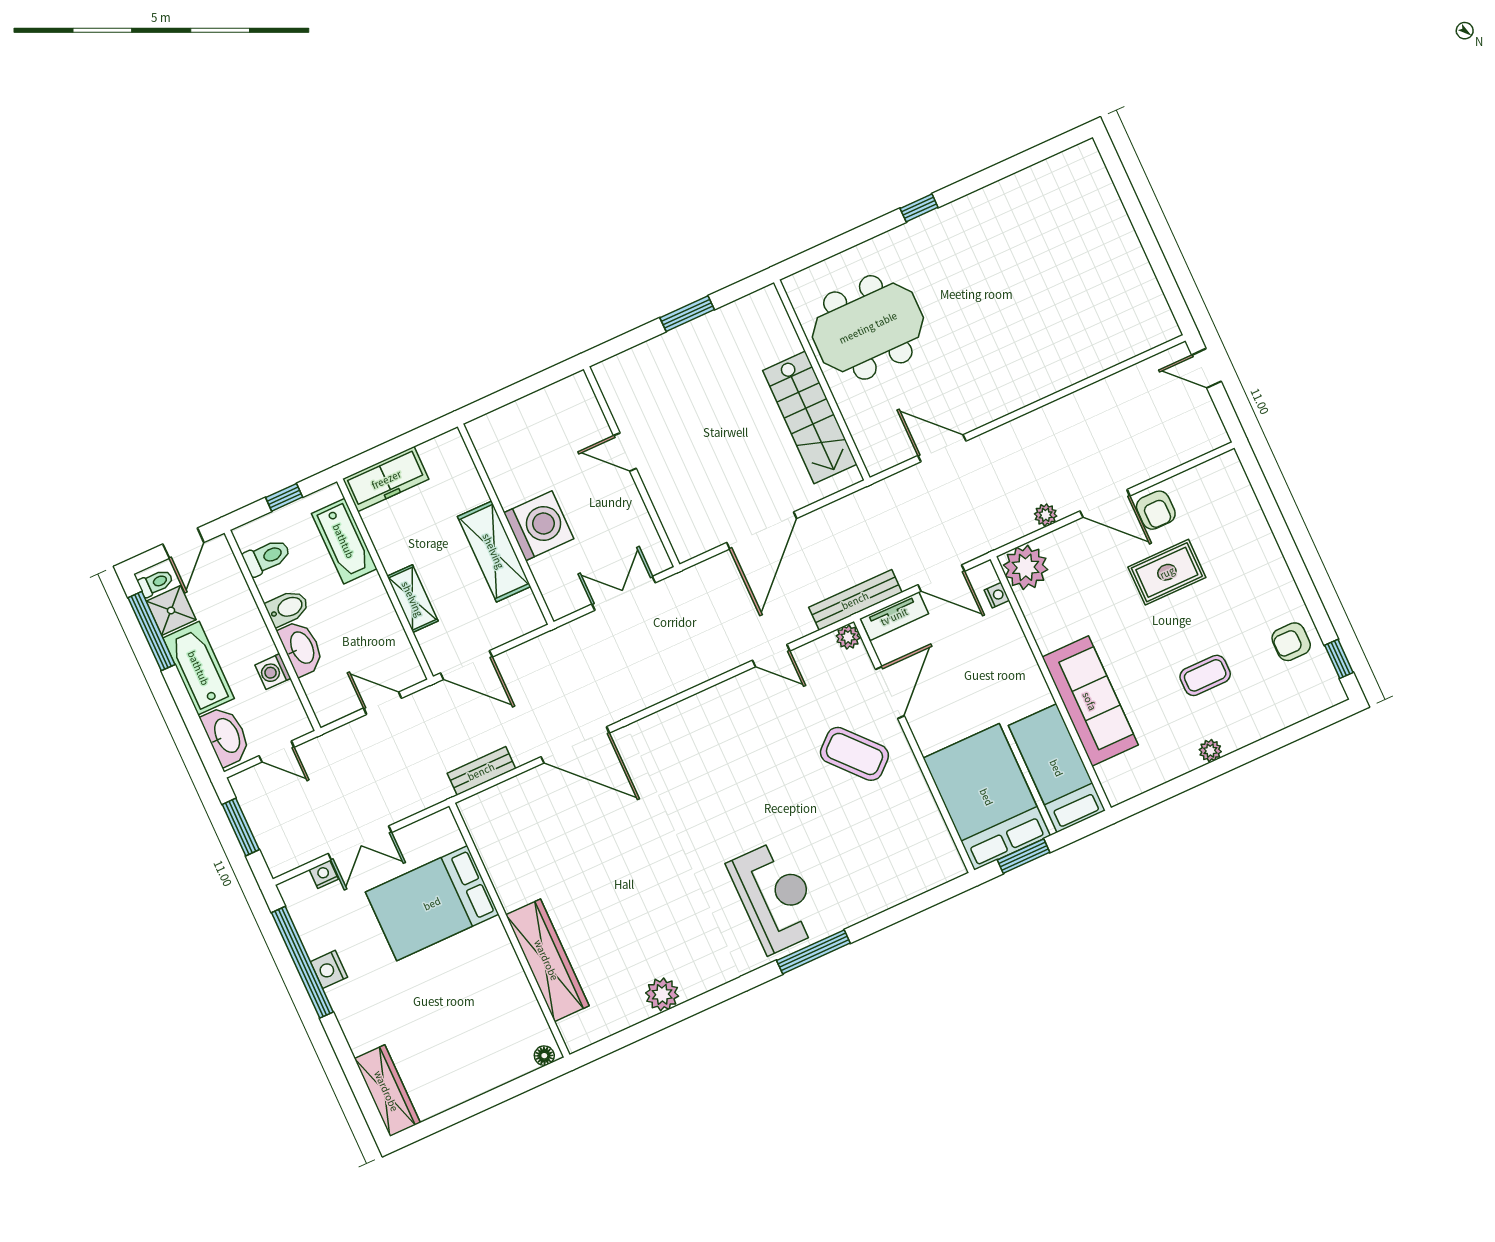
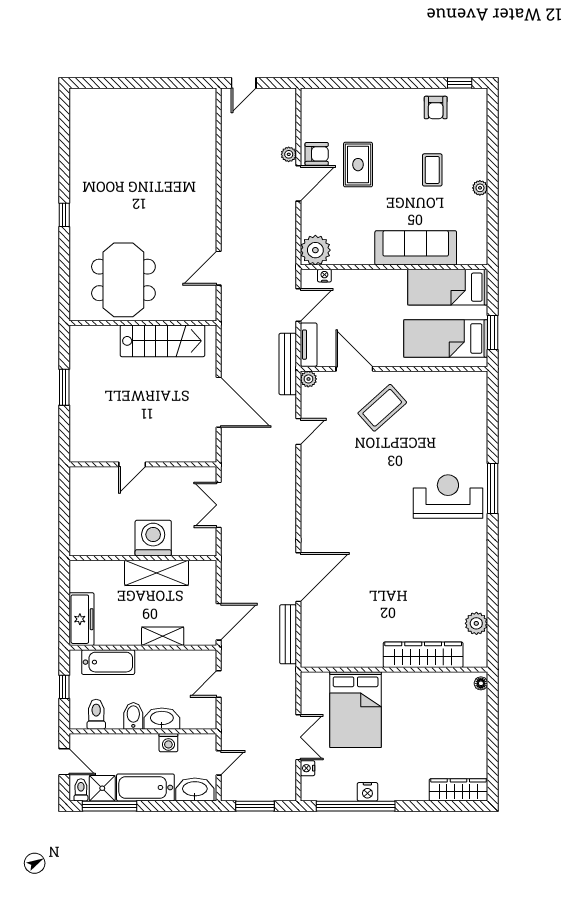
plant: (1046, 515) -> (289, 154), moved
bench: (481, 771) -> (288, 634), width x1.36
bed: (987, 797) -> (446, 338), width x0.67
plant: (662, 994) -> (476, 623), moved

